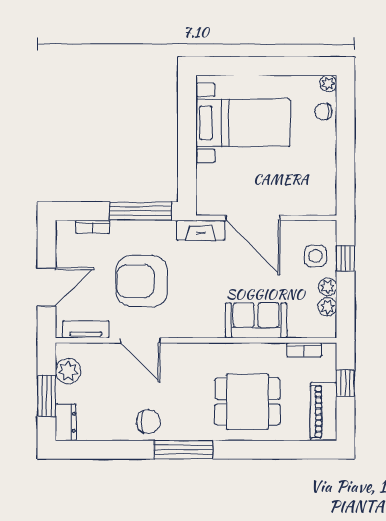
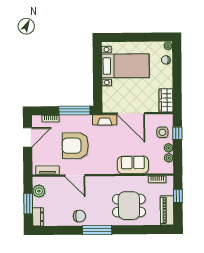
wardrobe: (323, 192) -> (166, 100), added
door: (47, 287) -> (28, 137), moved

